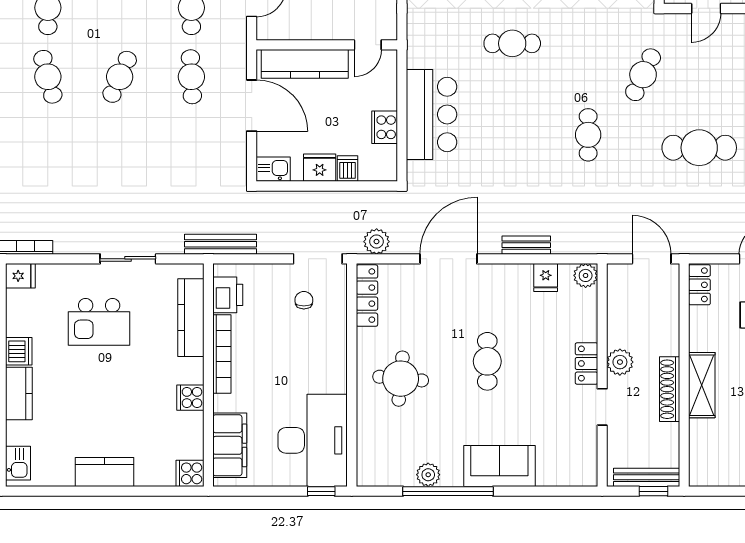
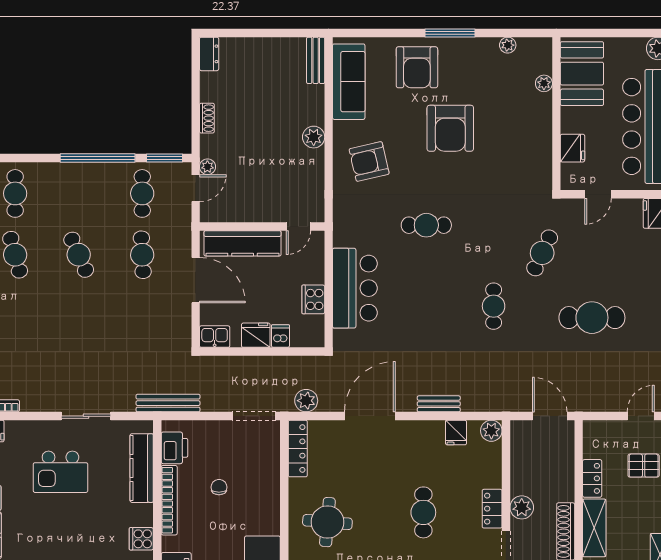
cafe table: (120, 77) -> (79, 255), turned -48
locker: (699, 285) -> (592, 478), moved
chair: (304, 300) -> (219, 487), moved
cafe table: (487, 361) -> (423, 512), moved

